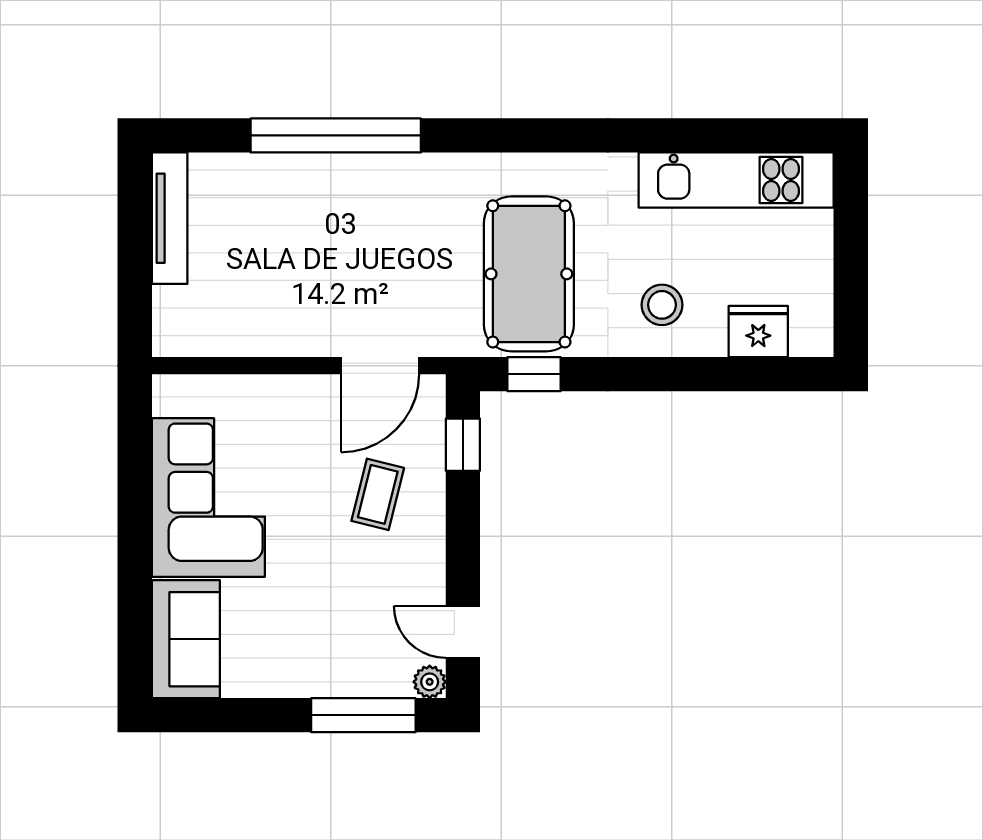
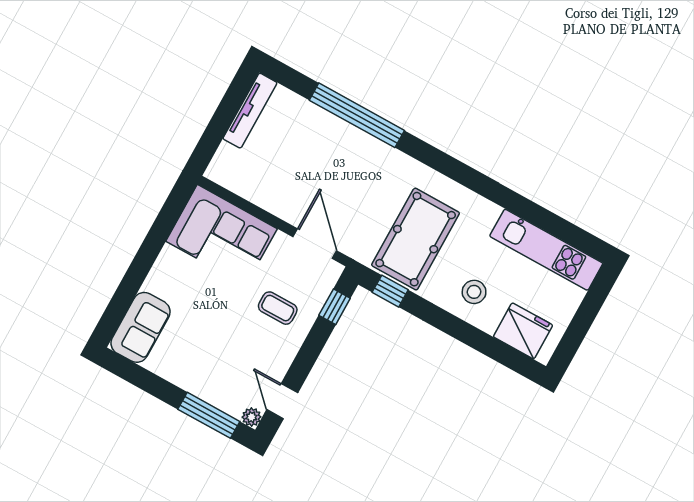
fridge: (758, 332) -> (523, 331), width x1.36, depth x1.34
door: (380, 366) -> (315, 244), swing flipped
coffee table: (378, 494) -> (278, 308), turned 76
corner sofa: (208, 497) -> (222, 235), moved, turned 90

